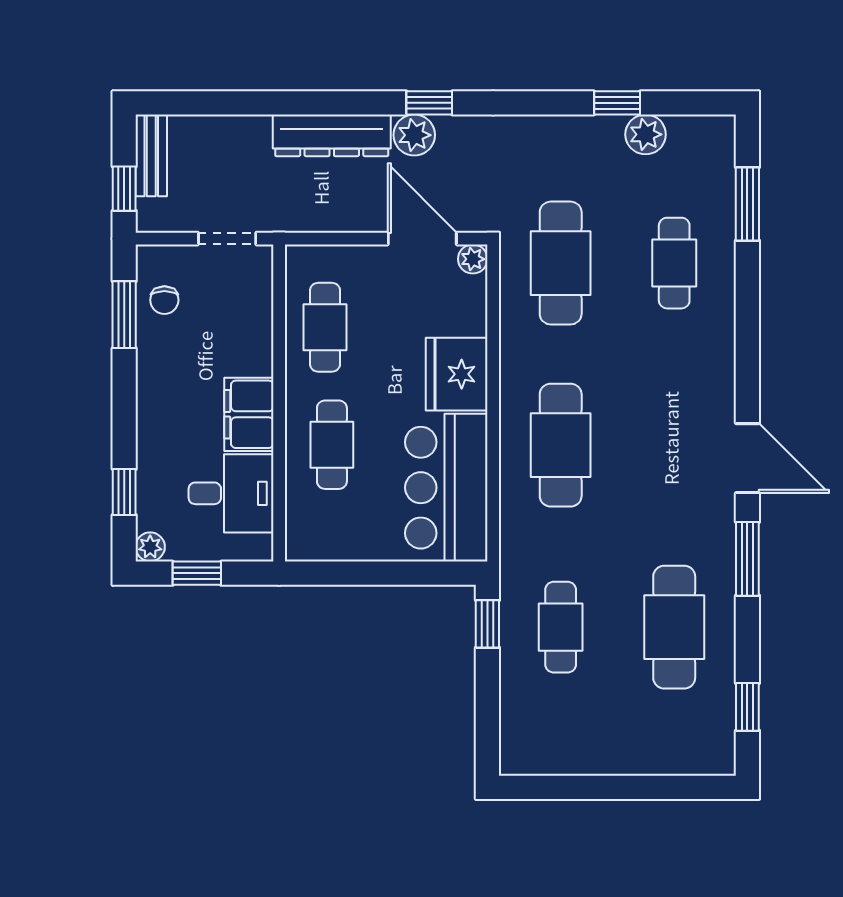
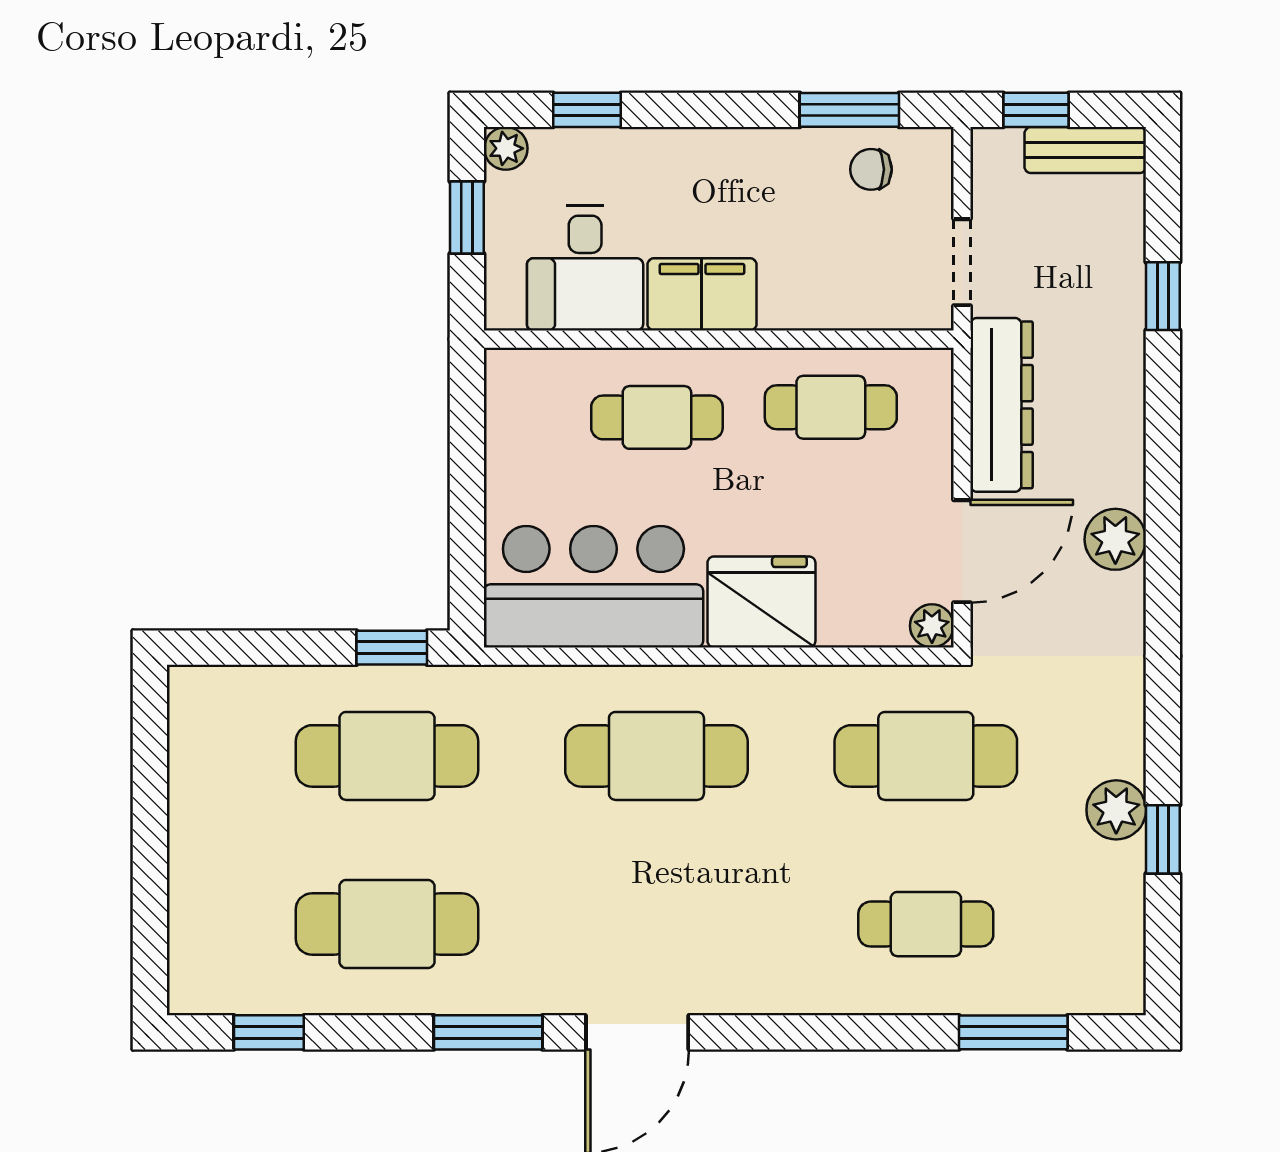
window: (429, 103) -> (1163, 296), moved
plant: (646, 134) -> (1116, 810), moved
dresser: (332, 135) -> (1002, 405), moved, turned 180
cafe table: (561, 627) -> (387, 756), width x1.37, depth x1.35

